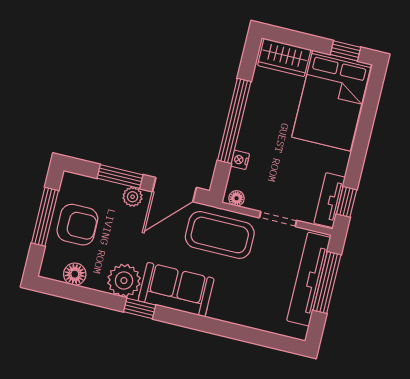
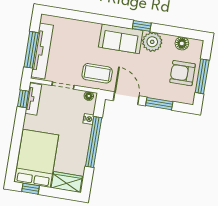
door: (174, 190) -> (126, 98), hinge flipped
plant: (133, 197) -> (151, 92), removed
coffee table: (220, 235) -> (97, 73), width x0.73, depth x0.76

